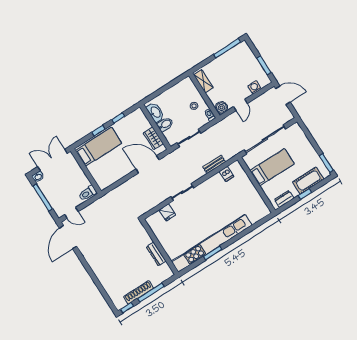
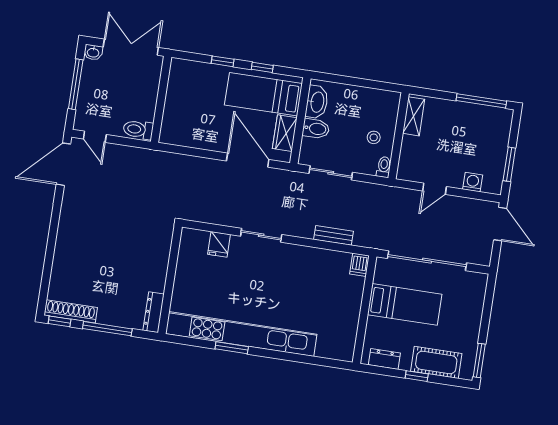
boiler: (221, 108) -> (407, 171), removed
bed: (98, 147) -> (263, 94), moved, turned 180
dishwasher: (226, 174) -> (359, 265), moved
dresser: (156, 254) -> (154, 312), moved
shoe rack: (139, 292) -> (71, 311), moved

